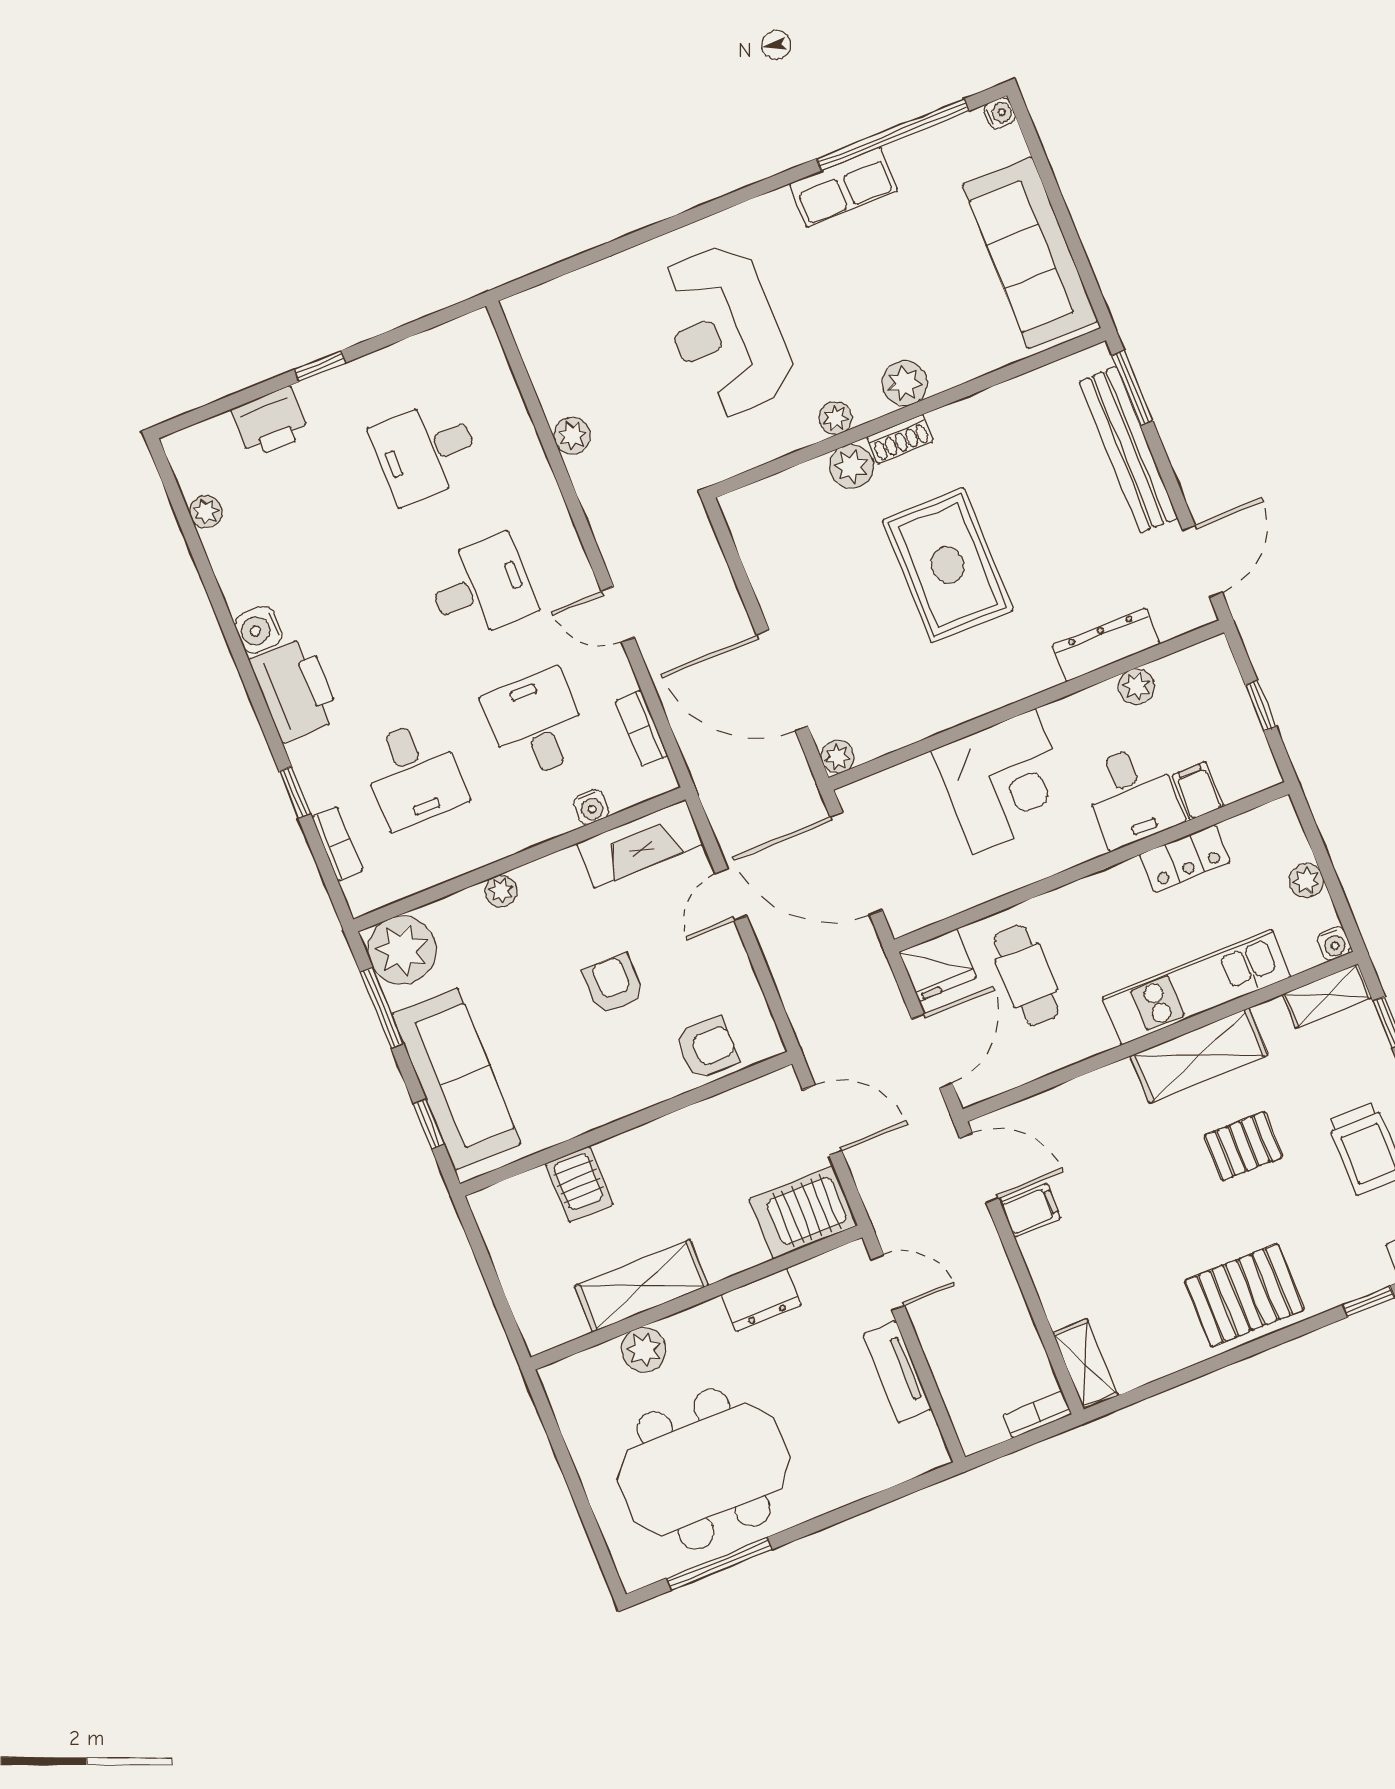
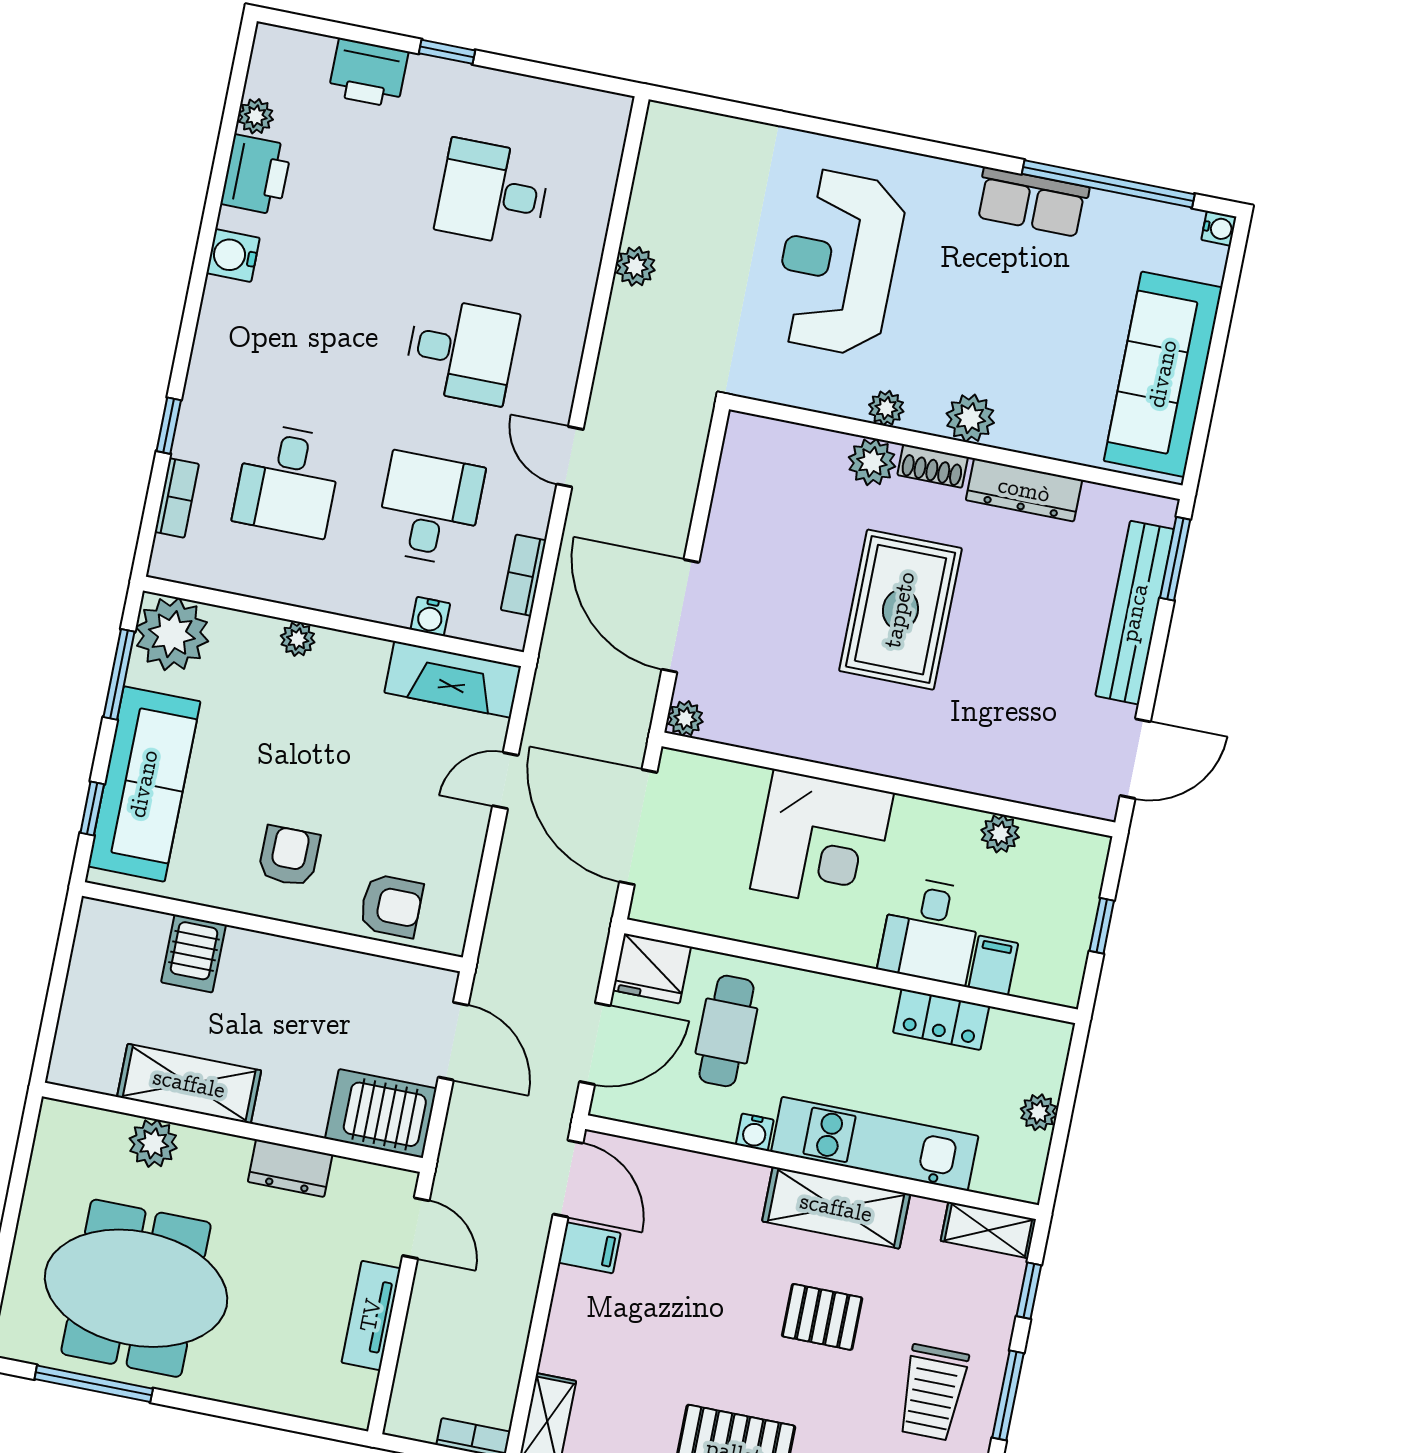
dresser: (1106, 645) -> (1024, 490), moved, turned 180
printer: (295, 690) -> (256, 175), moved, width x0.73, depth x0.84
water cooler: (1334, 944) -> (755, 1132), moved
armchair: (614, 984) -> (289, 856), moved

